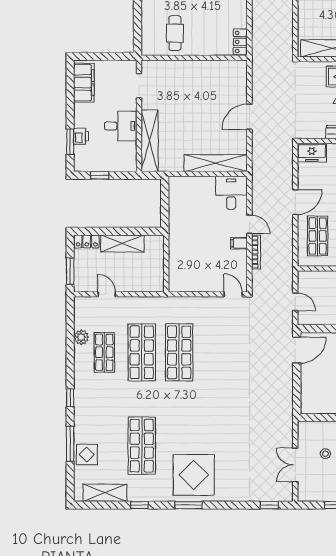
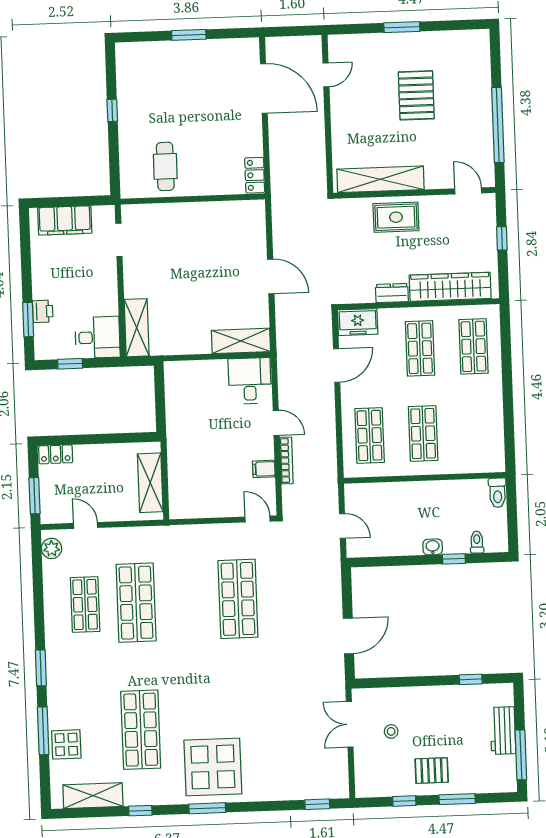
filing cabinet: (84, 83) -> (65, 220), moved, turned 90
door: (249, 117) -> (271, 277), swing flipped
desk: (121, 126) -> (98, 337), moved
shelving: (150, 141) -> (137, 328), width x0.68
shelving: (216, 163) -> (241, 341), width x0.68
door: (295, 202) -> (337, 366), moved
shelving: (122, 243) -> (150, 483), moved, turned 90
filing cabinet: (239, 243) -> (264, 469), moved
plant: (81, 337) -> (52, 548), moved
door: (297, 350) -> (348, 636), moved
shop shelf: (179, 352) -> (238, 599), moved
window: (70, 398) -> (41, 668), width x1.50
double door: (295, 465) -> (350, 724), moved

